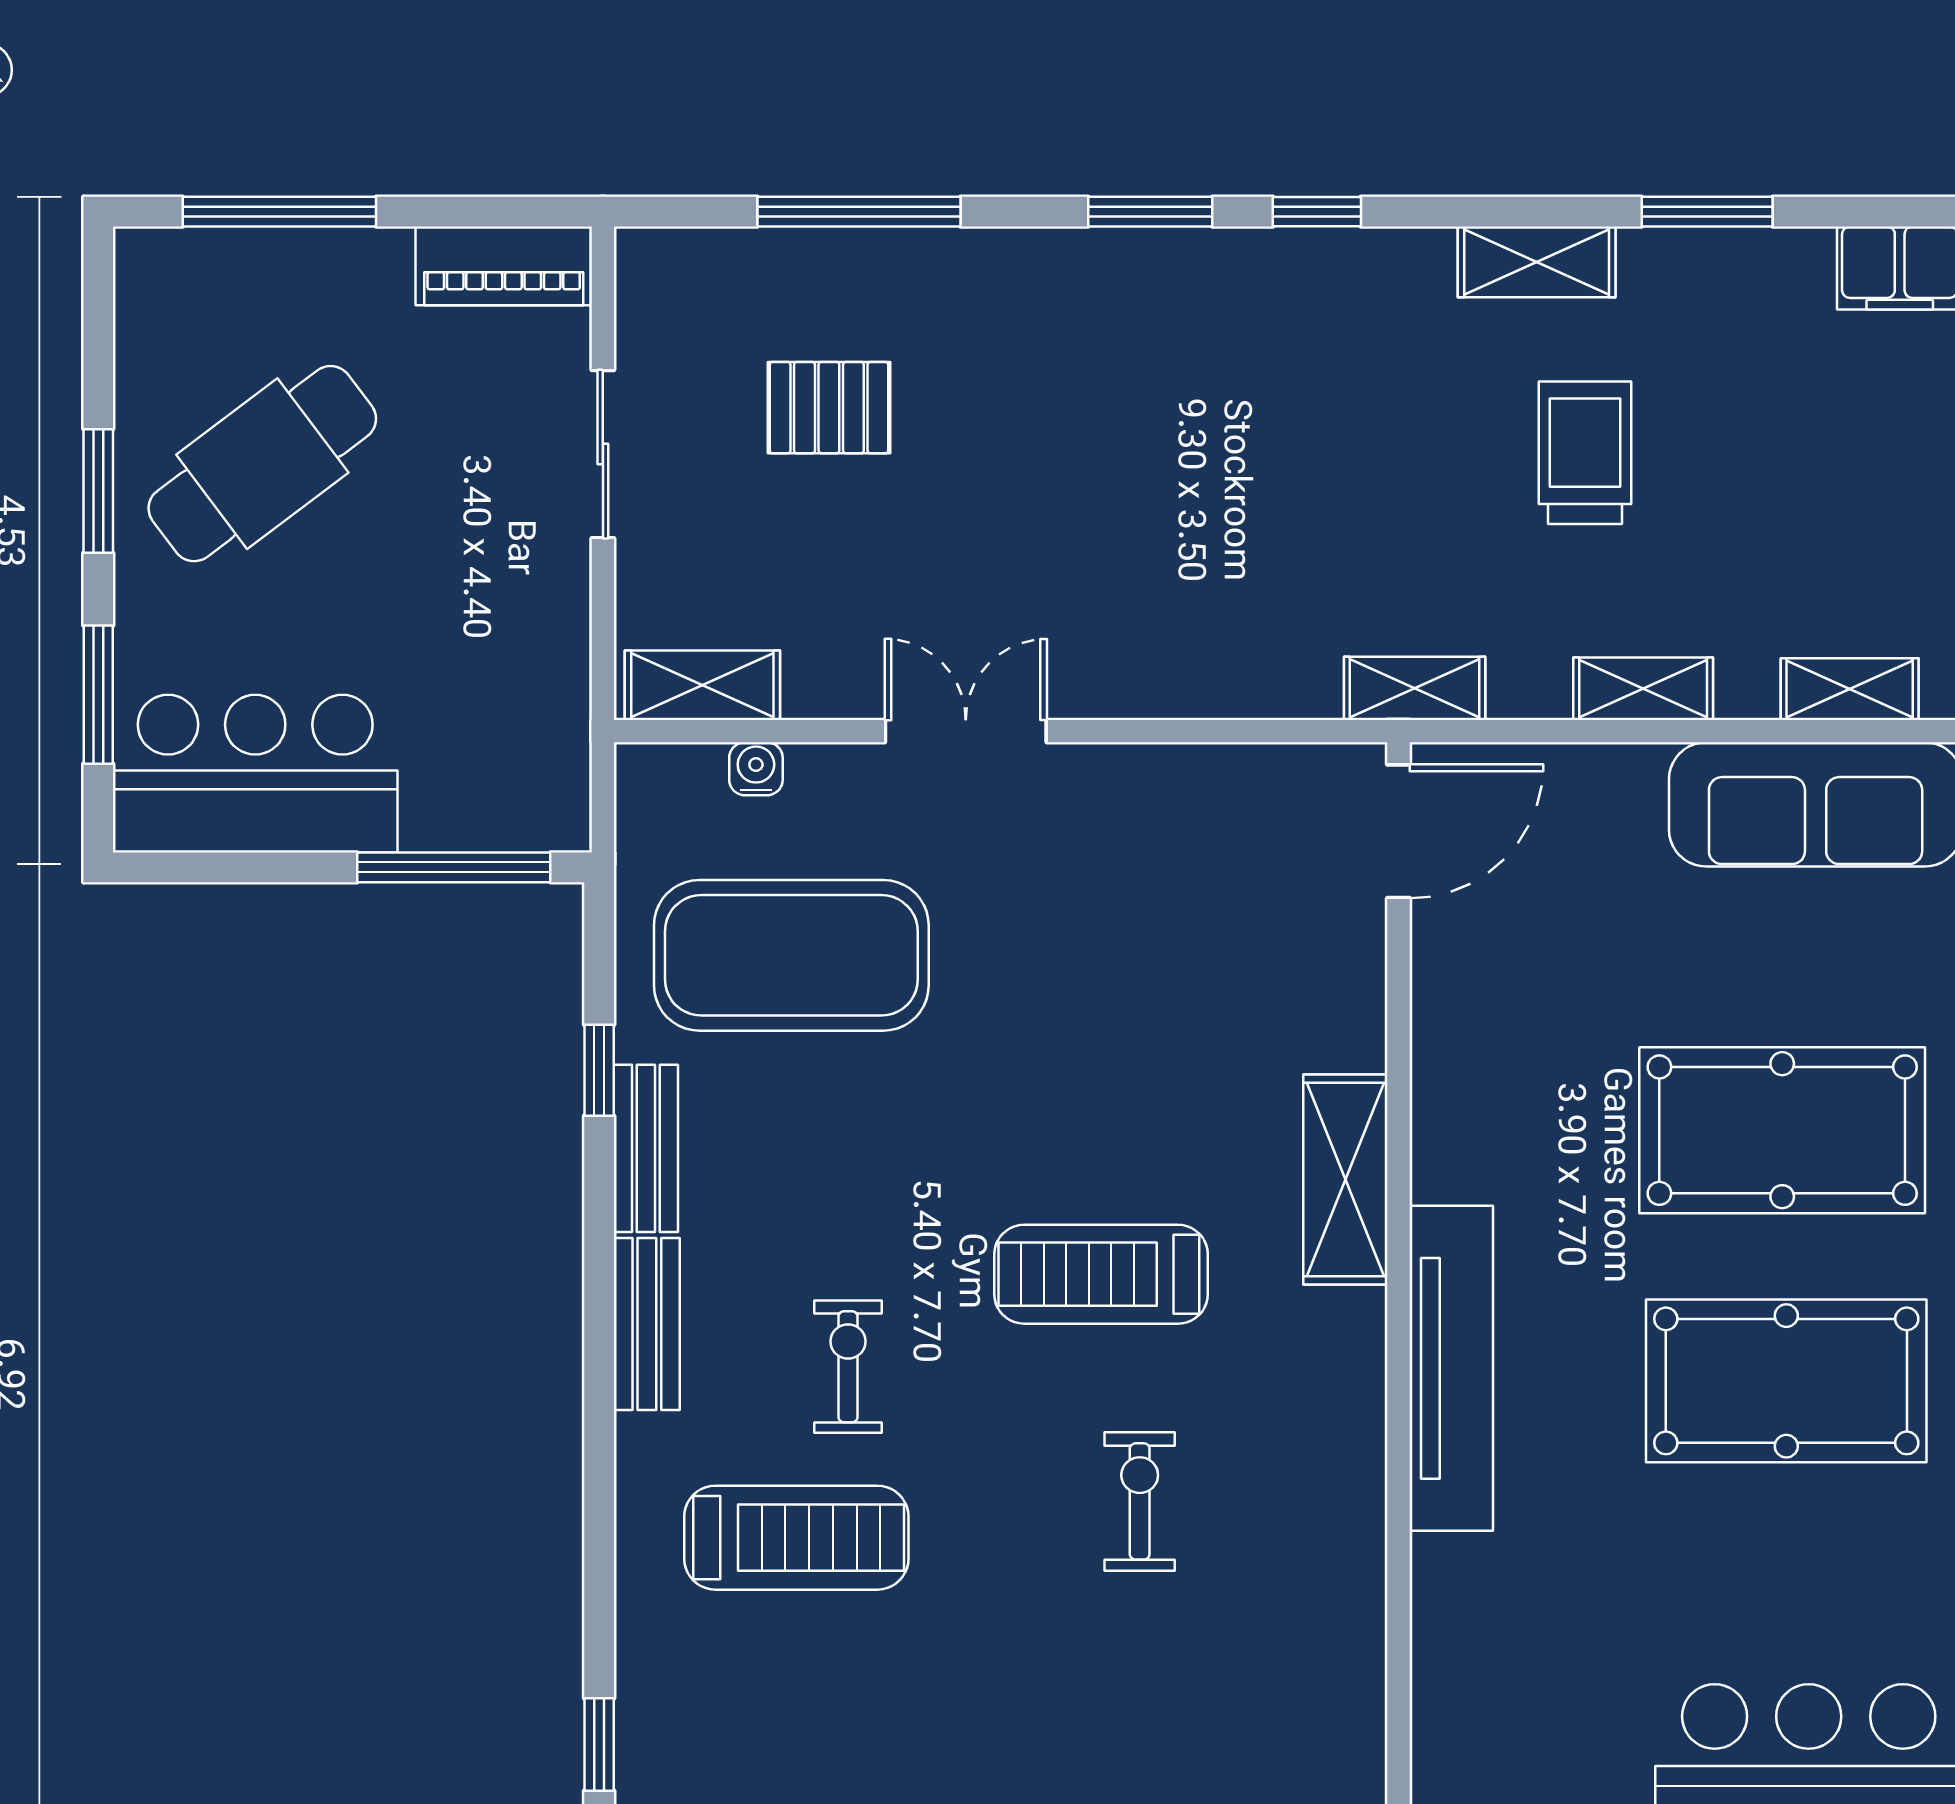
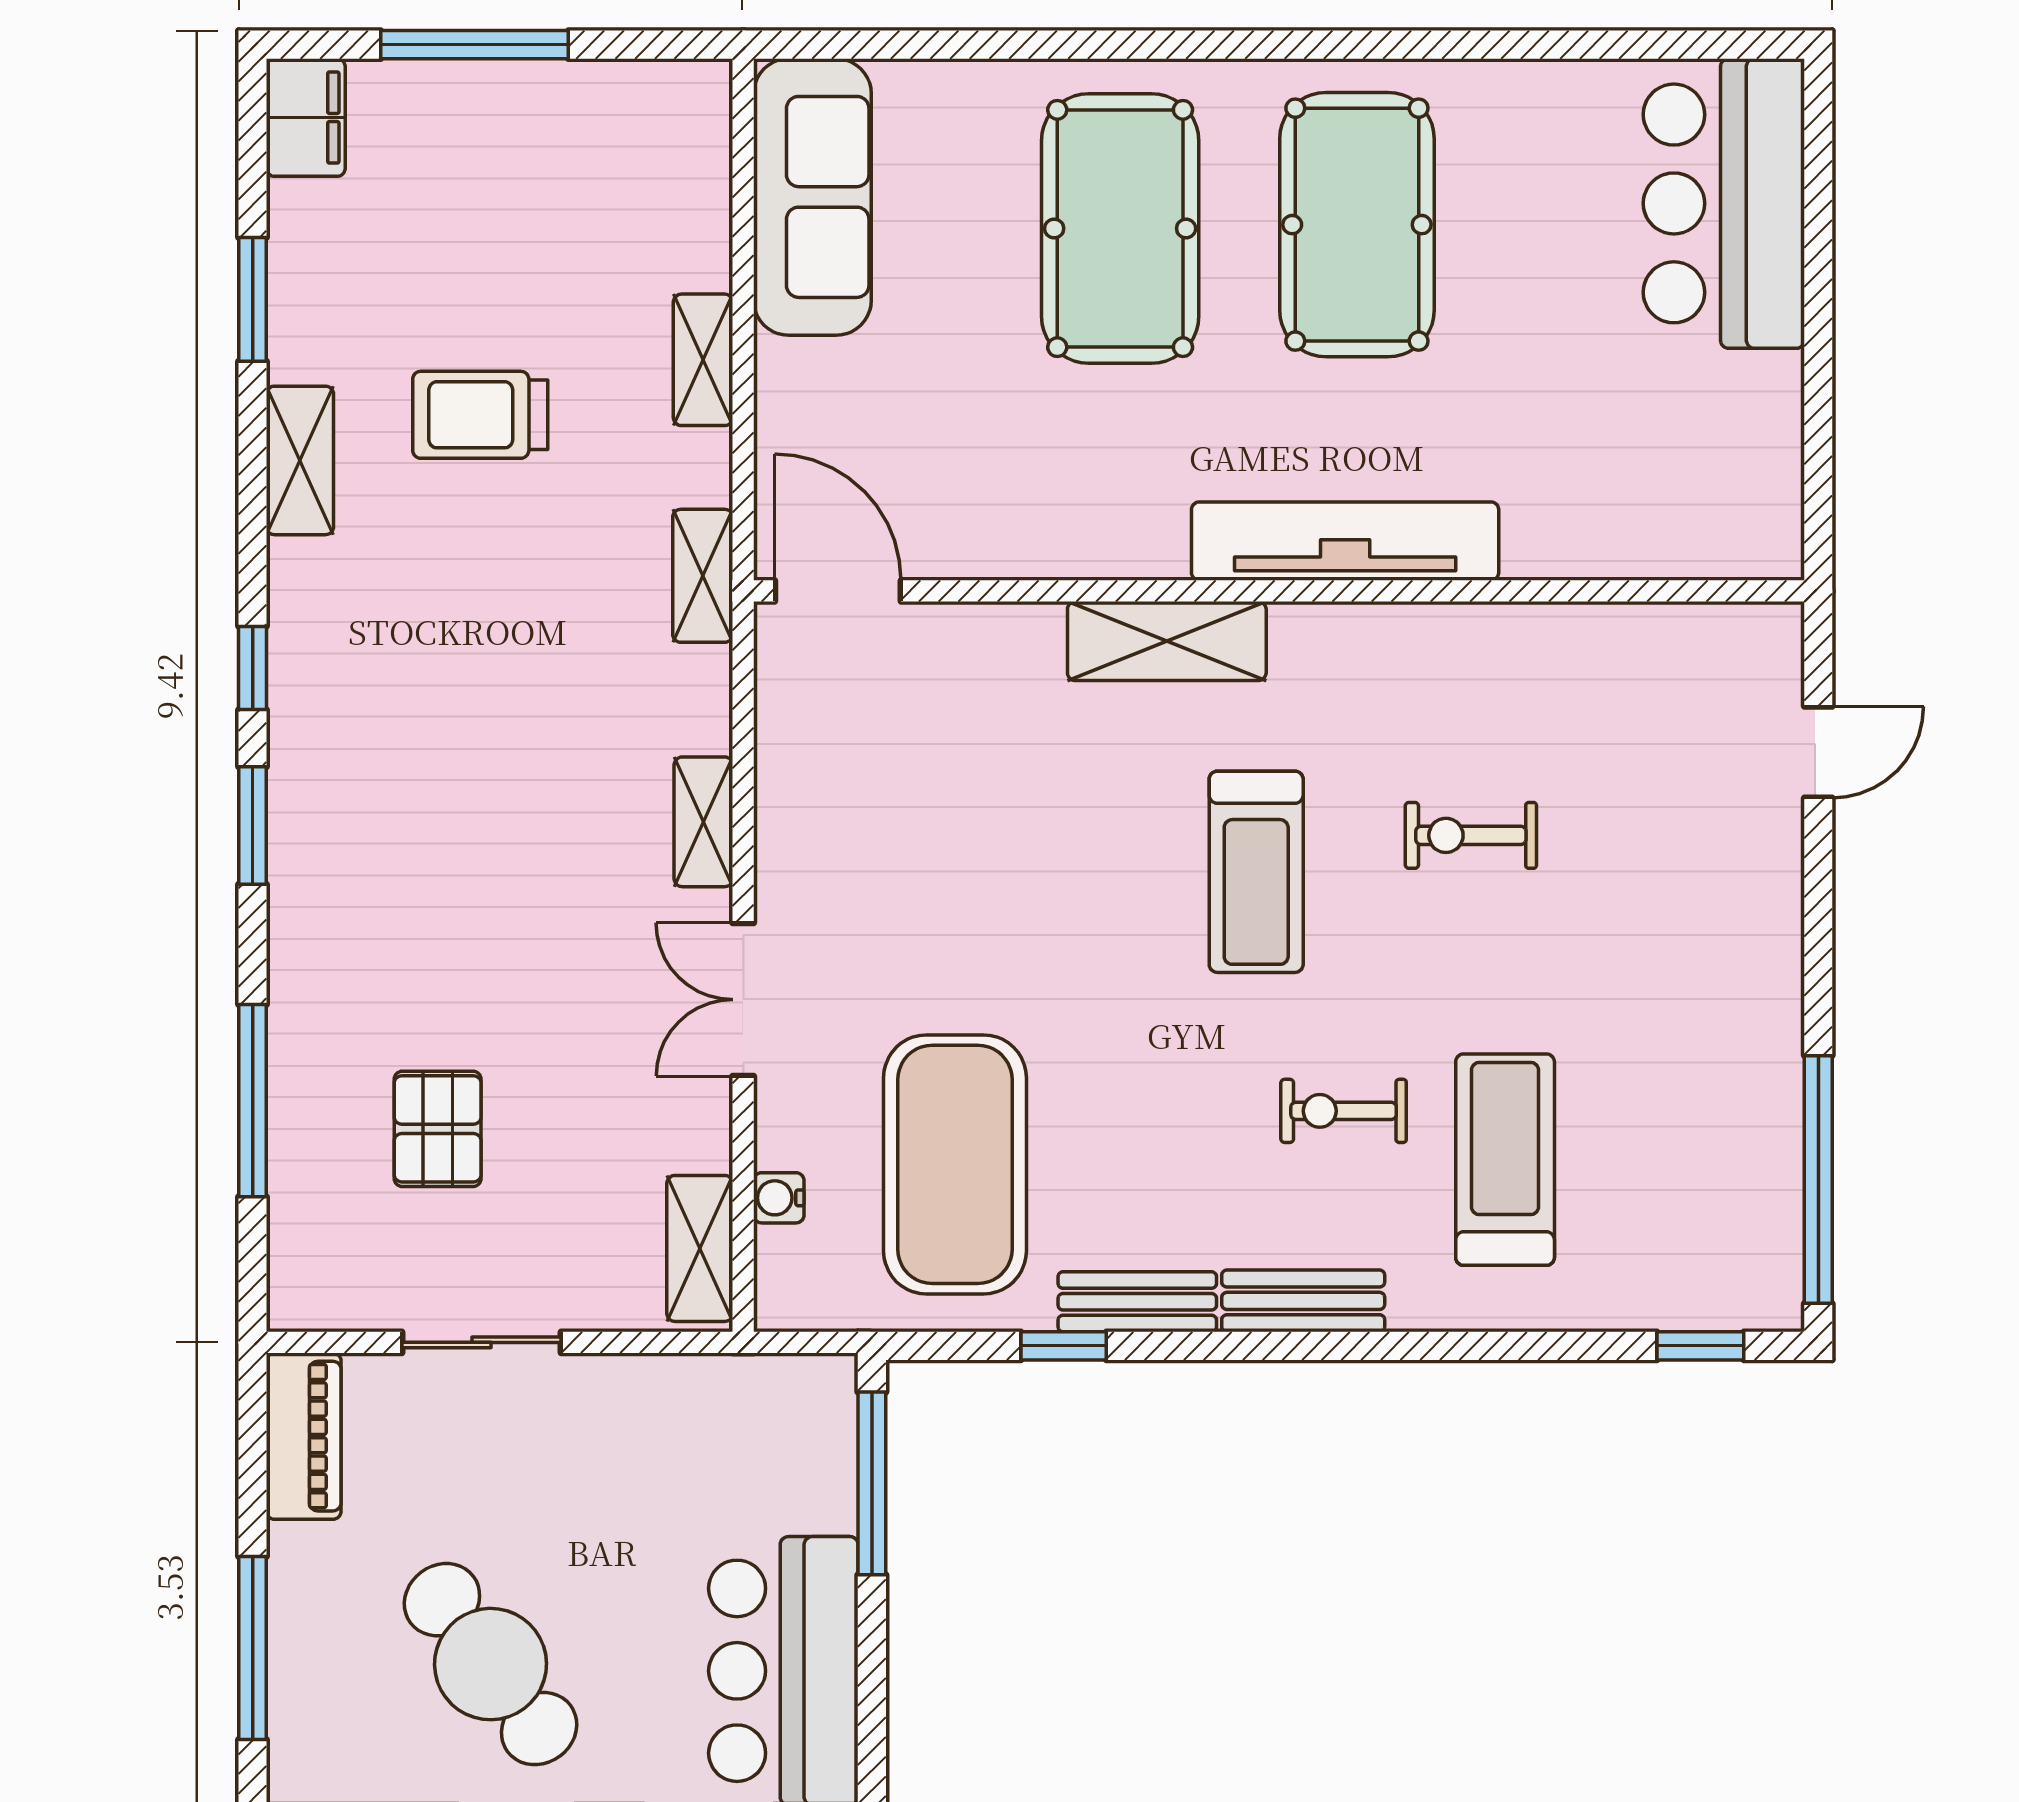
shelving: (1850, 689) -> (703, 822), moved

